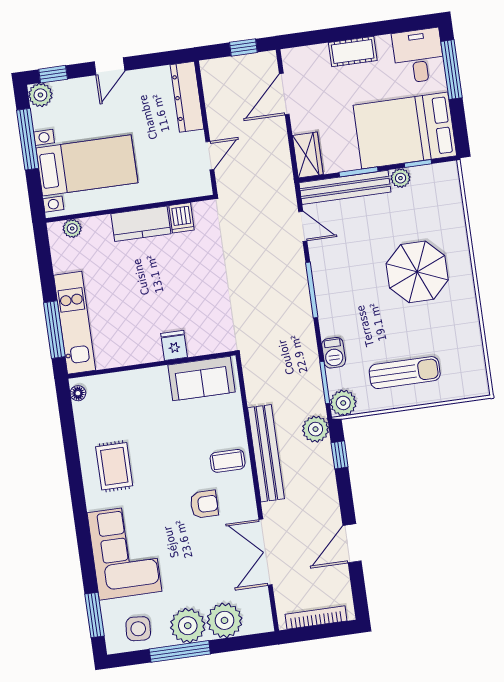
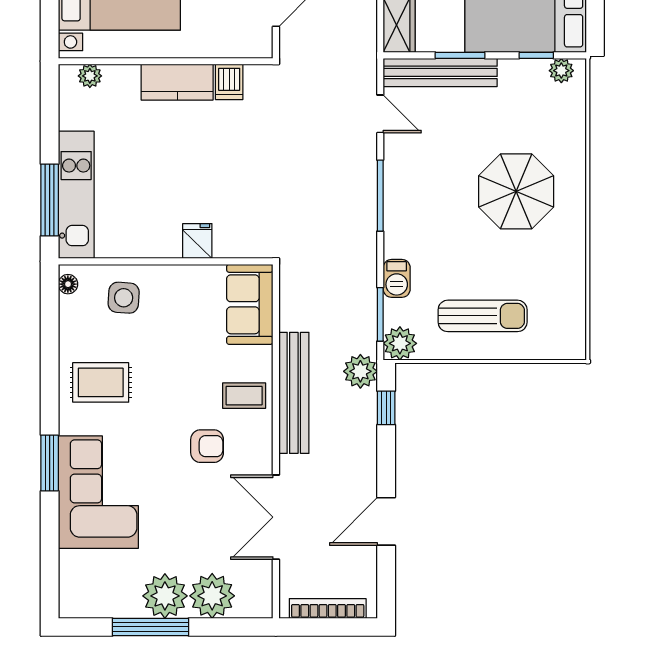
plant: (401, 178) -> (561, 71), moved
sofa: (201, 378) -> (250, 304), moved, turned 90
rug: (114, 466) -> (101, 382), turned 90
window: (94, 615) -> (50, 463), moved
side table: (138, 629) -> (124, 298), moved

